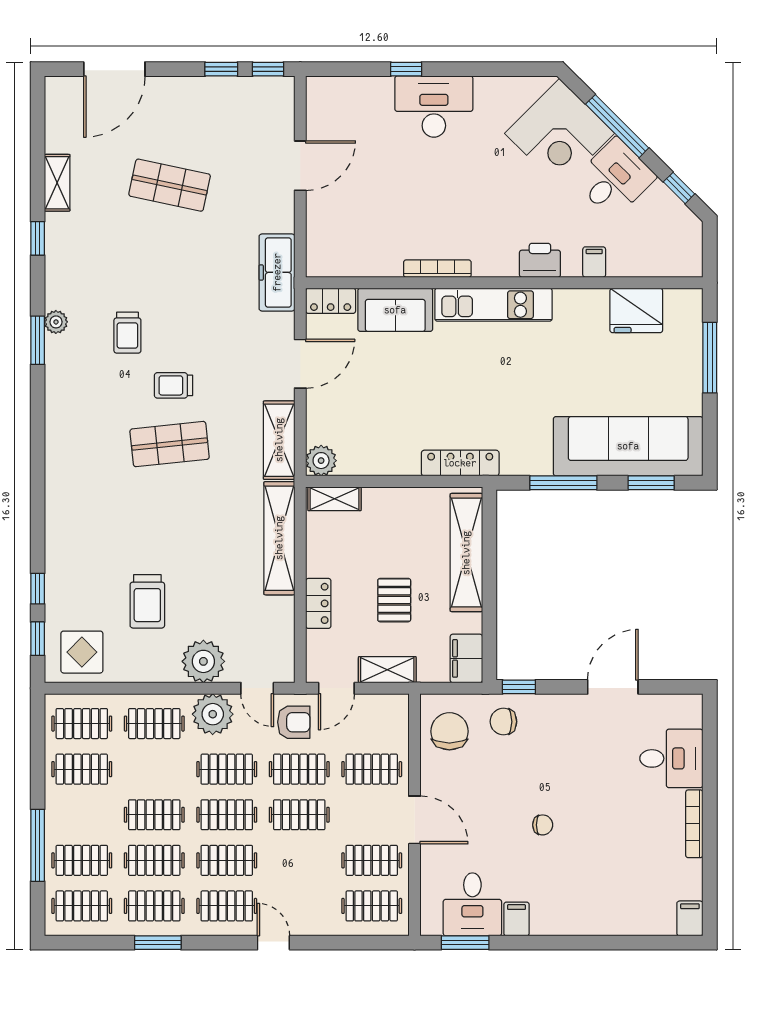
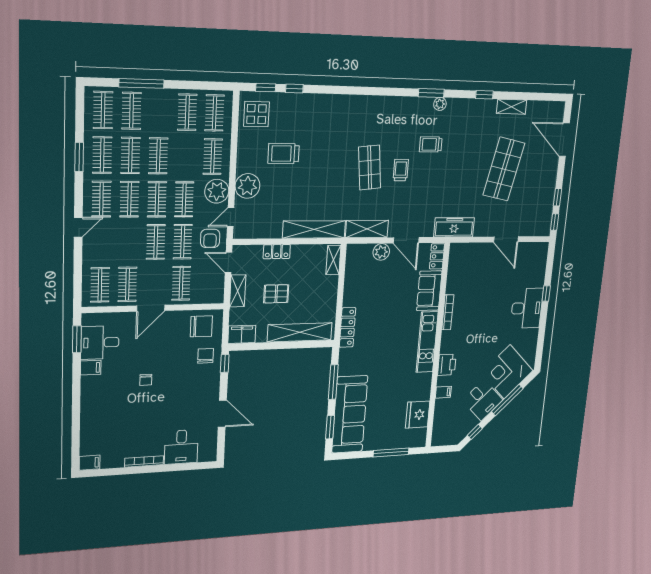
shop shelf: (170, 185) -> (504, 169), width x1.43, depth x1.36
plant: (321, 461) -> (381, 252), moved

